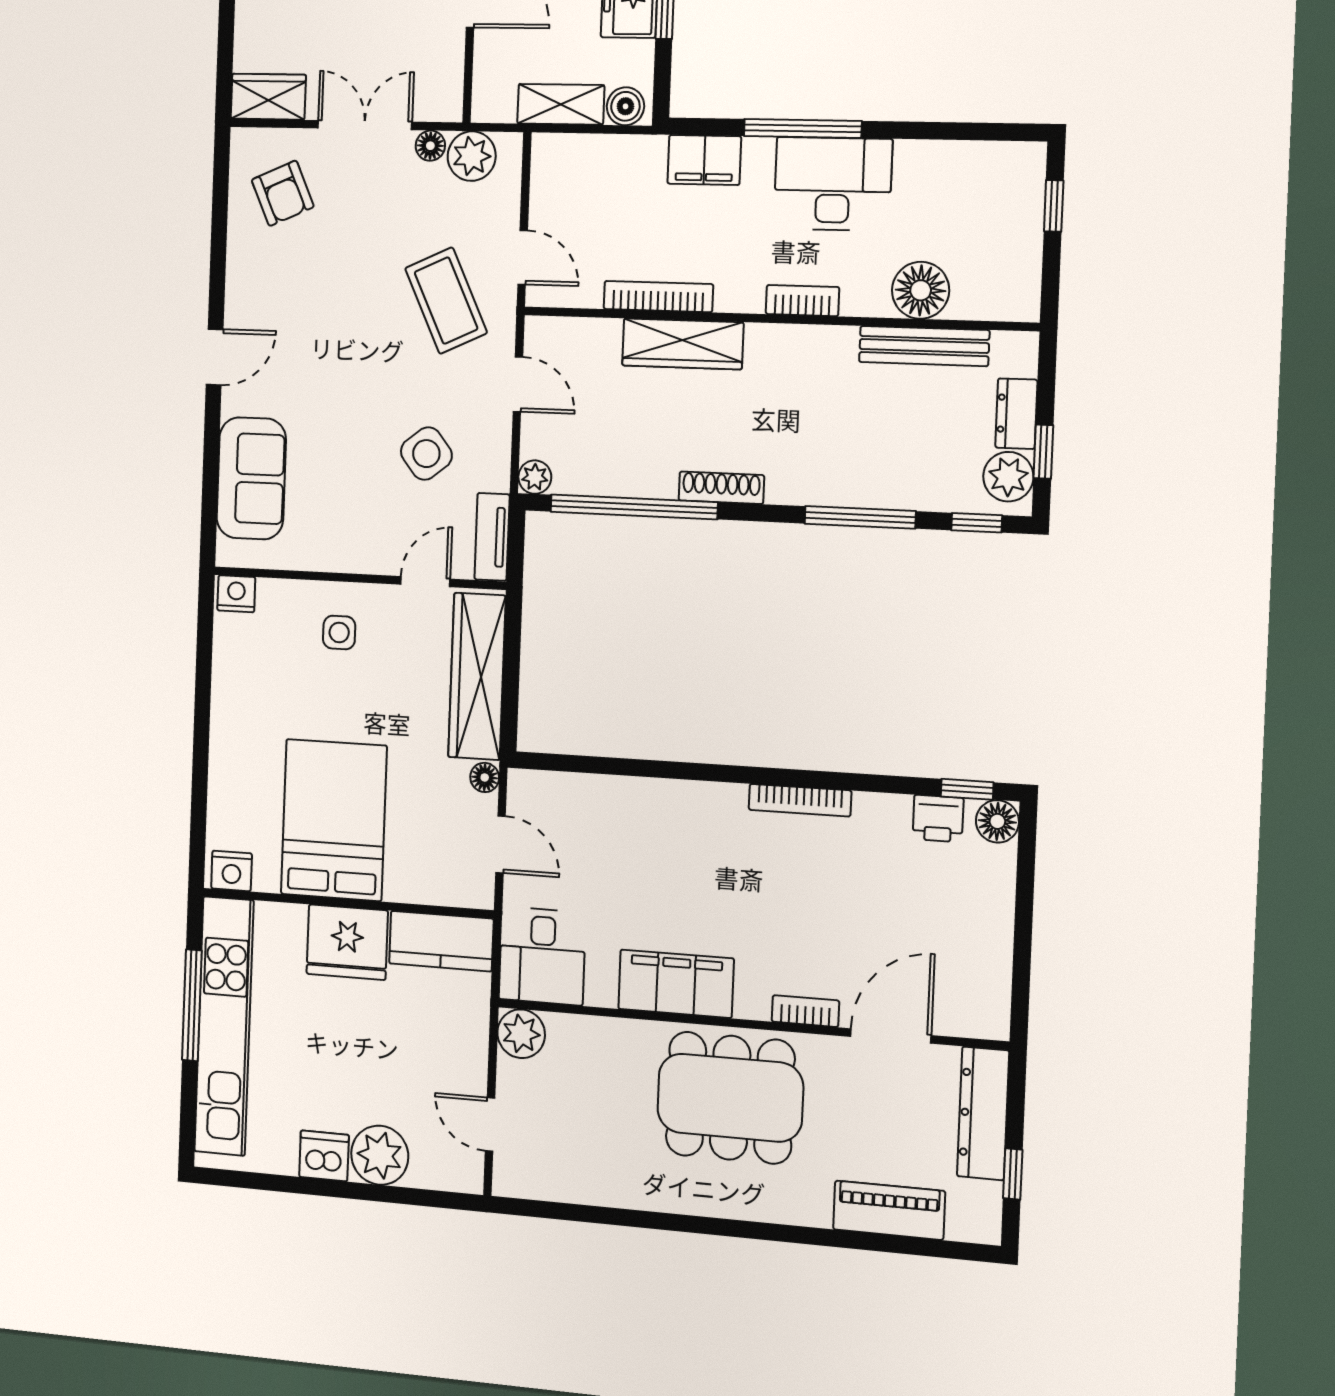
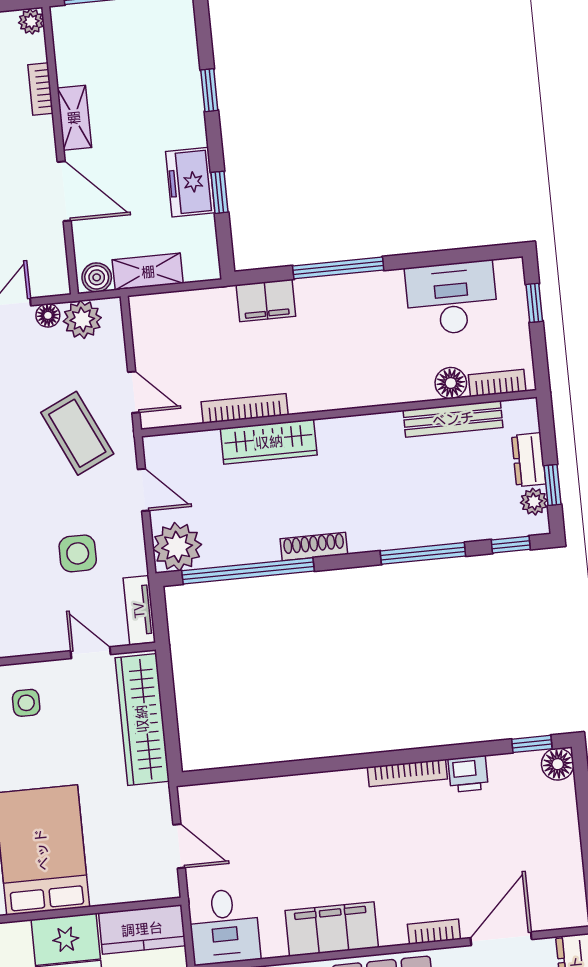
boiler: (625, 106) -> (97, 277), moved
desk: (833, 184) -> (452, 298), moved
floor lamp: (921, 290) -> (451, 383), width x0.73, depth x0.73
bookcase: (802, 301) -> (497, 383), moved
side table: (426, 454) -> (78, 553), turned 38
plant: (535, 477) -> (177, 547), width x1.87, depth x1.87
plant: (1008, 477) -> (534, 502), width x0.73, depth x0.73
door: (425, 582) -> (91, 653), hinge flipped
floor lamp: (485, 777) -> (159, 797), removed
printer: (938, 819) -> (468, 774), moved

